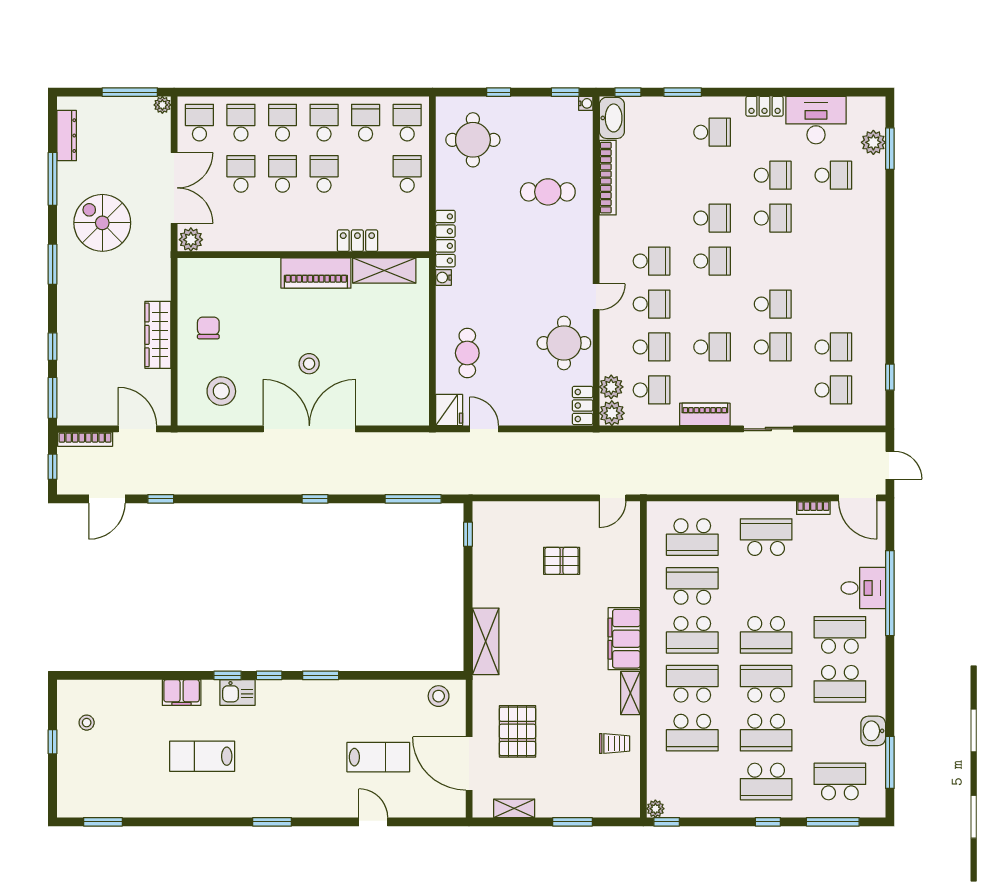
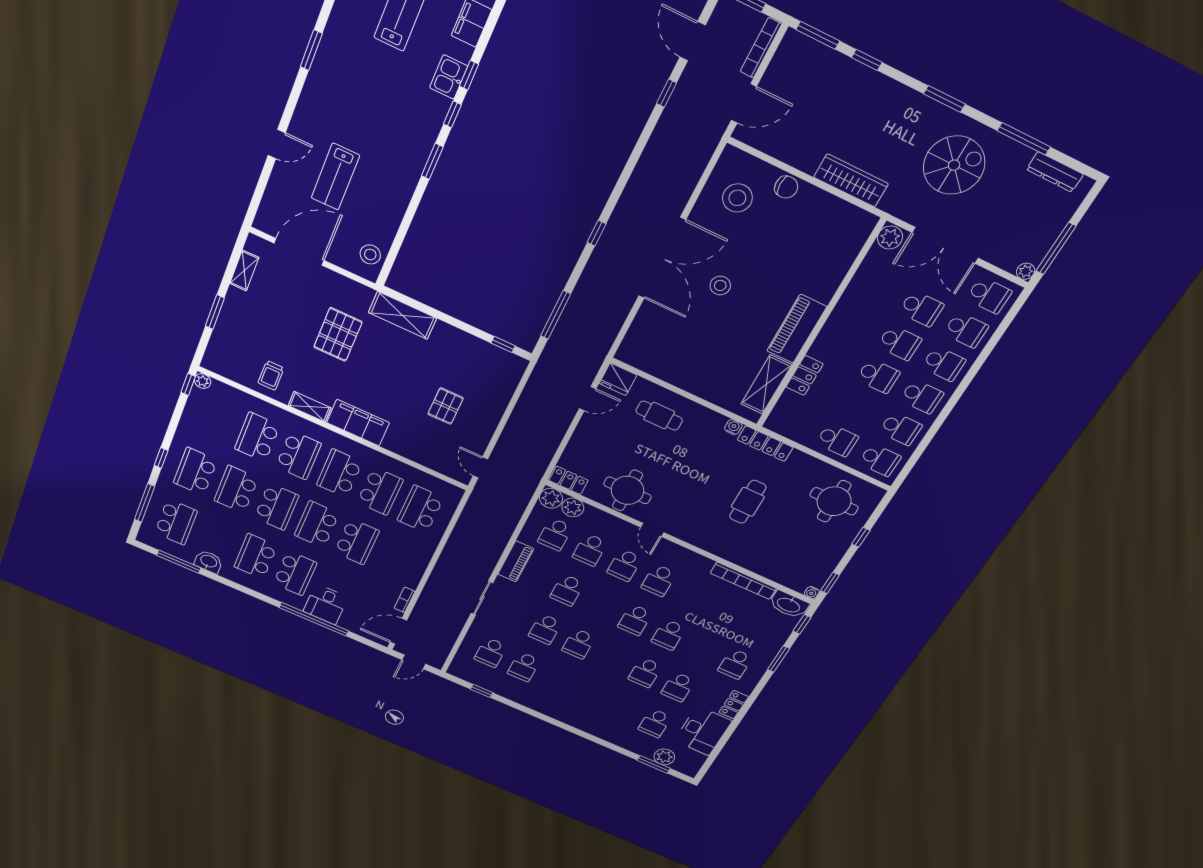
cafe table: (548, 192) -> (748, 502), moved
chair: (208, 328) -> (786, 187), moved
wardrobe: (158, 335) -> (851, 180), moved
school desk: (766, 537) -> (357, 542), moved
pallet: (517, 731) -> (338, 335), moved, turned 90

